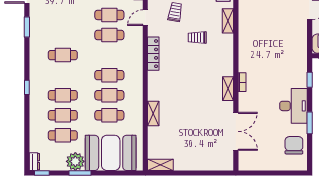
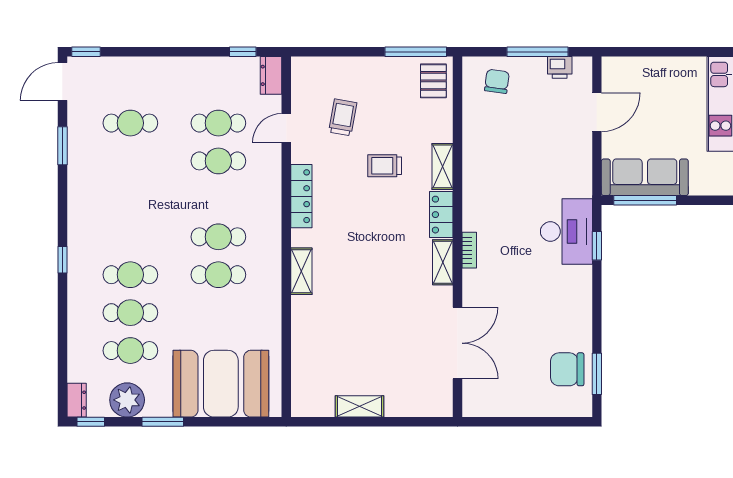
shelving: (228, 21) -> (443, 166), moved
cafe table: (63, 55) -> (130, 123), moved
locker: (227, 63) -> (441, 215), added
desk: (294, 106) -> (566, 232), moved
shelving: (153, 114) -> (301, 271), moved
cafe table: (109, 115) -> (218, 313), removed
window: (310, 123) -> (597, 374), moved
chair: (294, 145) -> (567, 369), turned -90
plant: (75, 161) -> (127, 400), moved
shelving: (160, 165) -> (359, 406), moved

